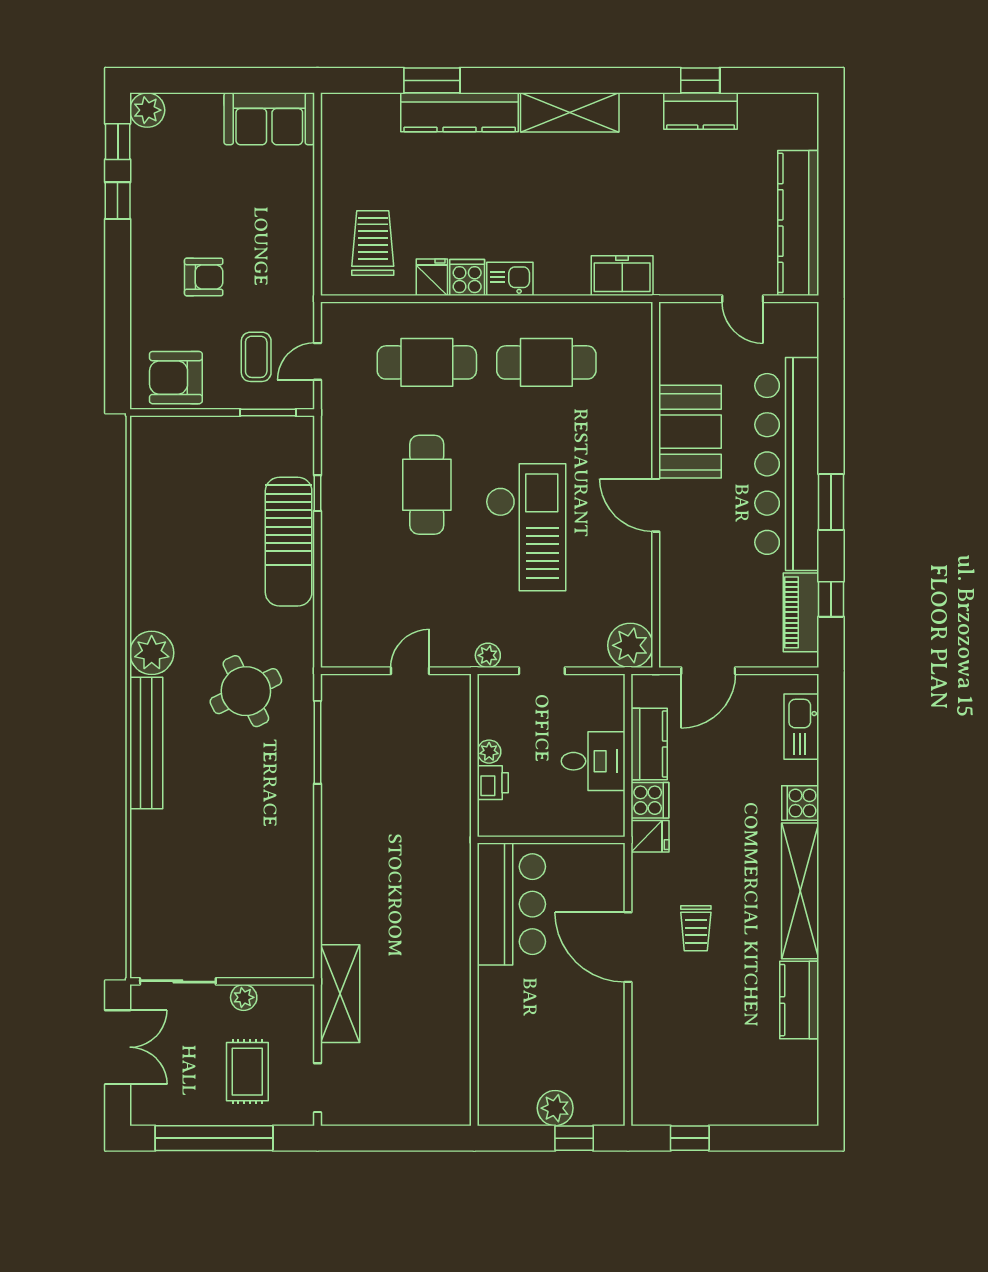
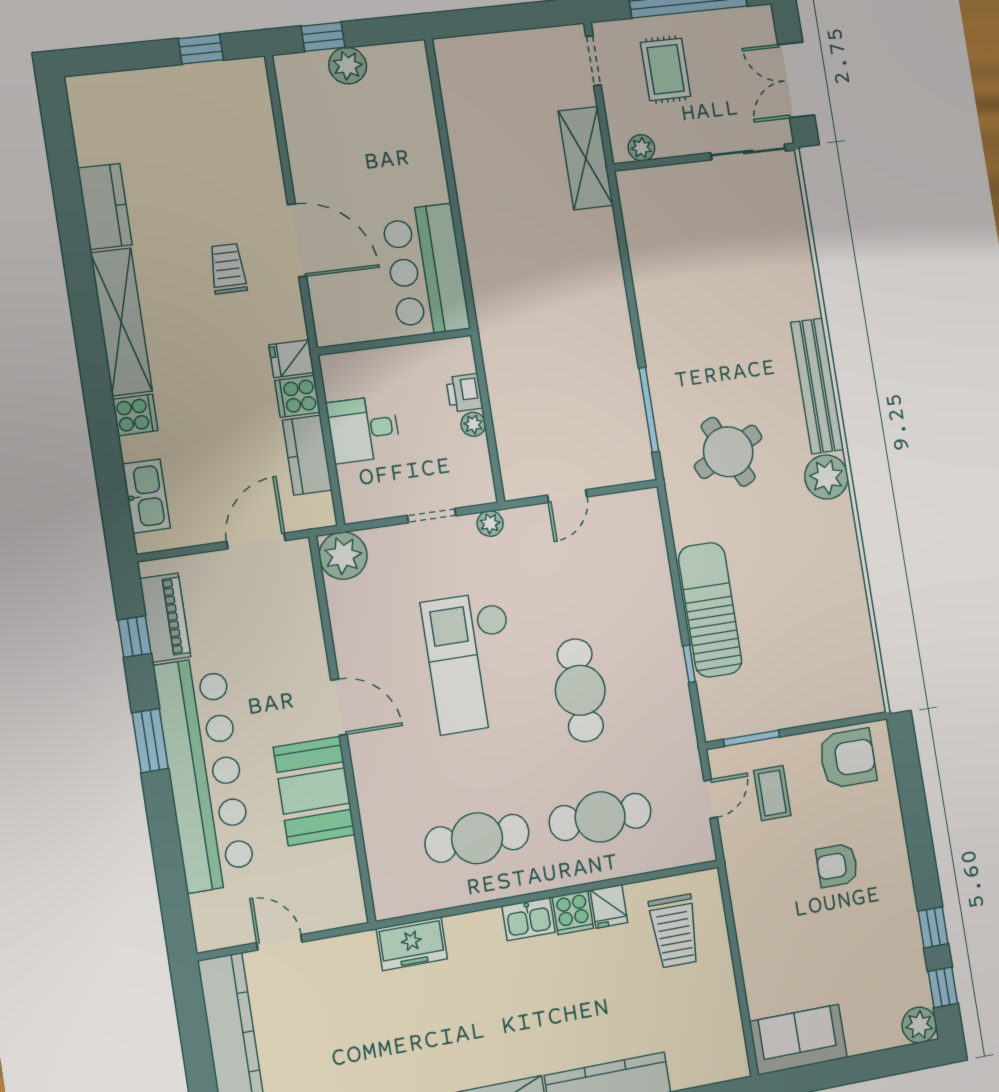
plant: (244, 997) -> (641, 148), moved

